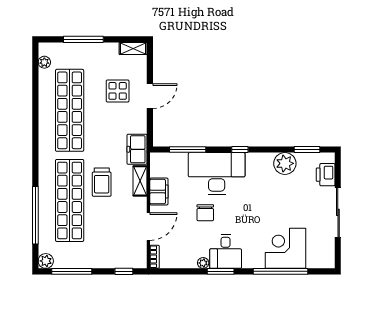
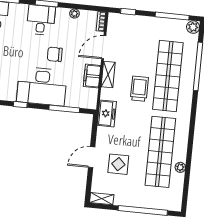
window: (83, 39) -> (143, 210), width x1.46
plant: (44, 62) -> (180, 167), moved
shelving: (140, 181) -> (108, 74), moved
chair: (205, 213) -> (55, 54), turned -90
plant: (203, 263) -> (74, 14), moved

